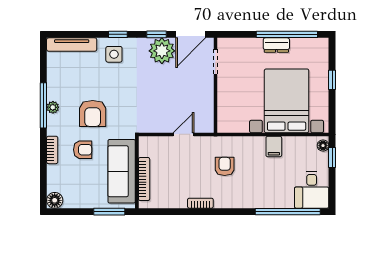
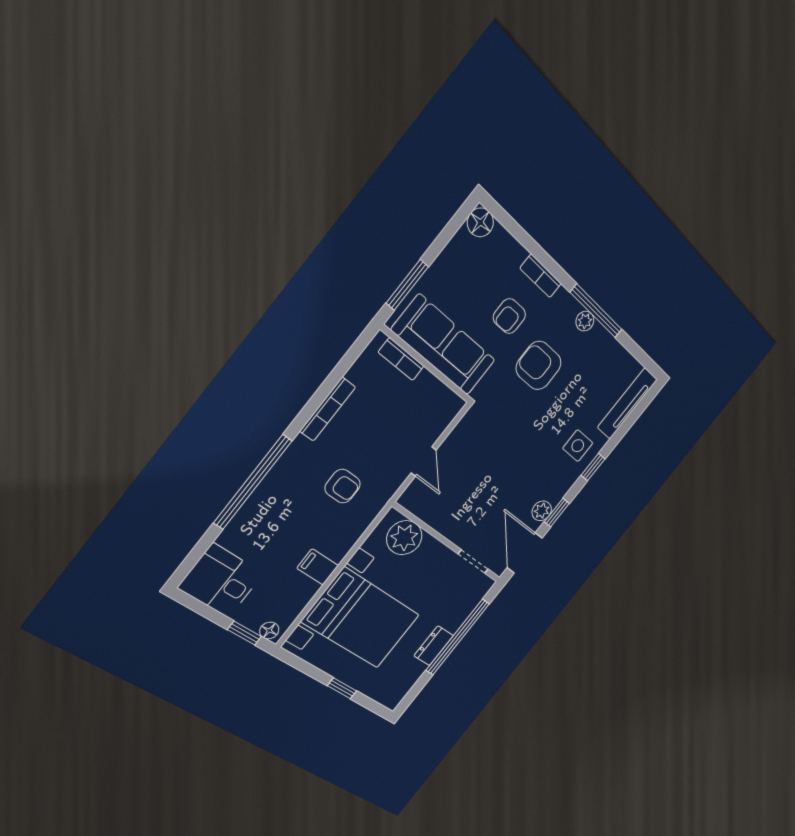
window: (287, 34) -> (458, 637), moved
plant: (162, 51) -> (542, 511), width x0.53, depth x0.53
plant: (229, 112) -> (404, 538), added
bookcase: (144, 179) -> (401, 359), width x0.64
bookcase: (200, 203) -> (328, 409), width x1.56
window: (288, 212) -> (253, 482), moved

